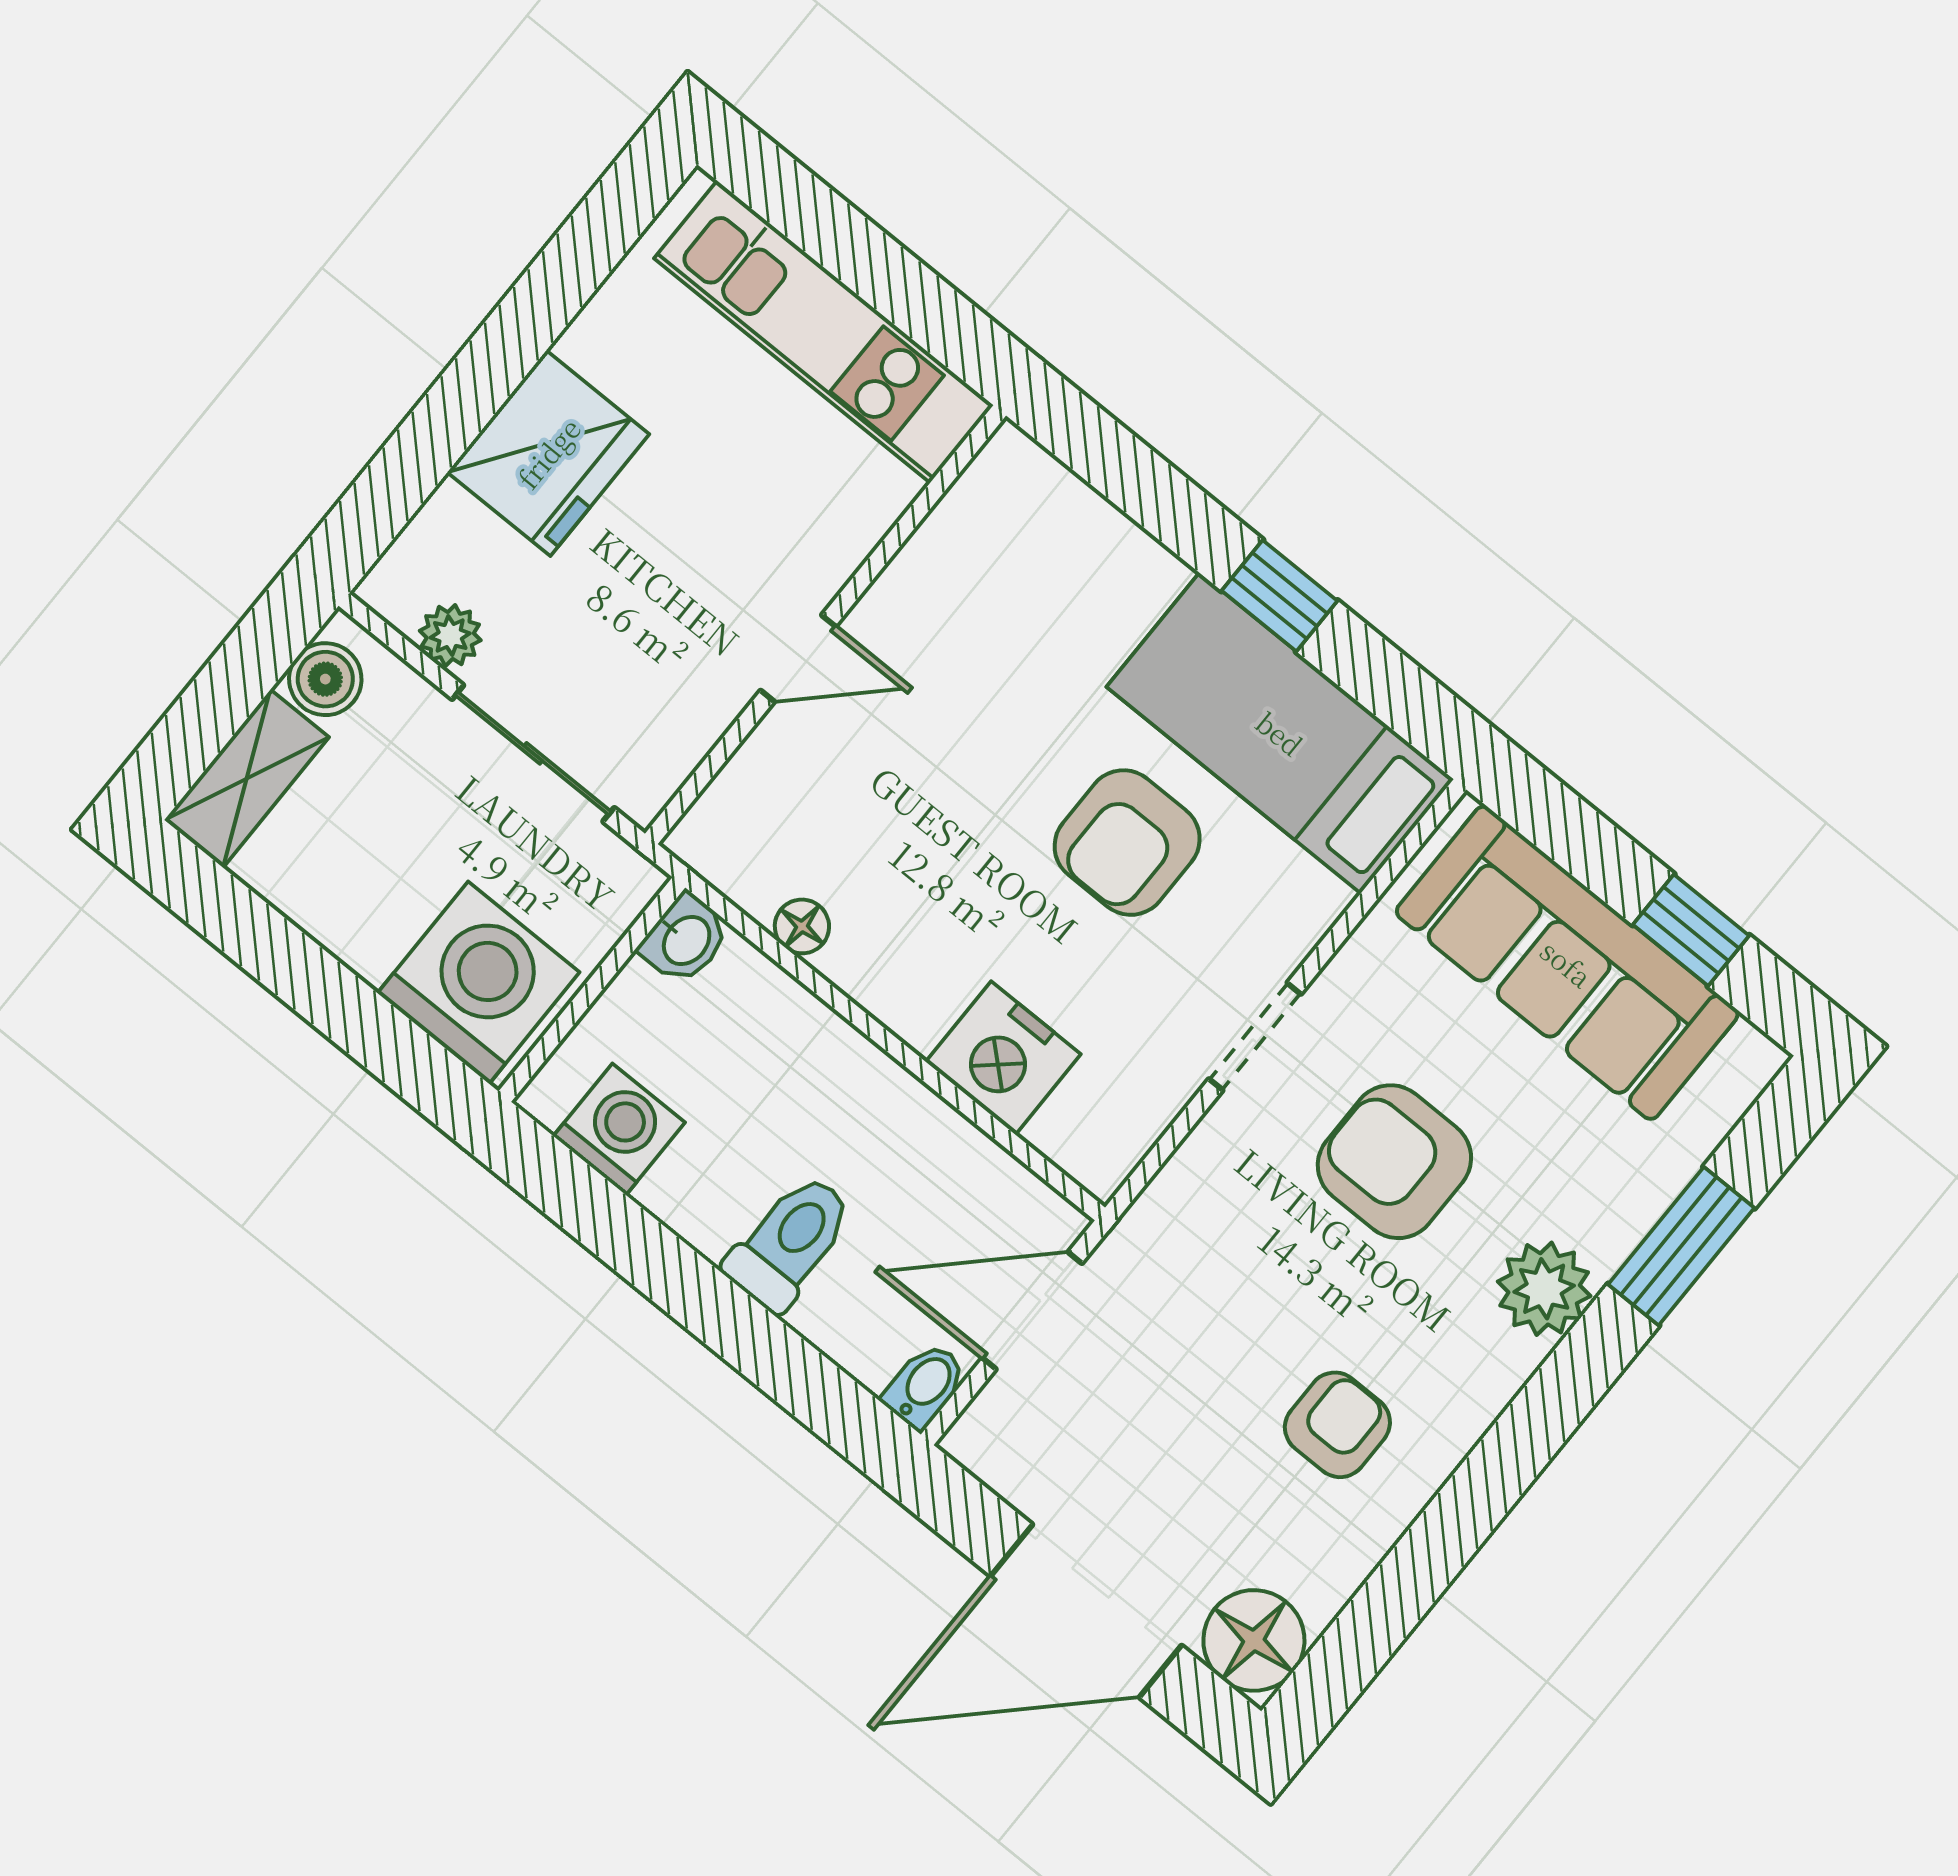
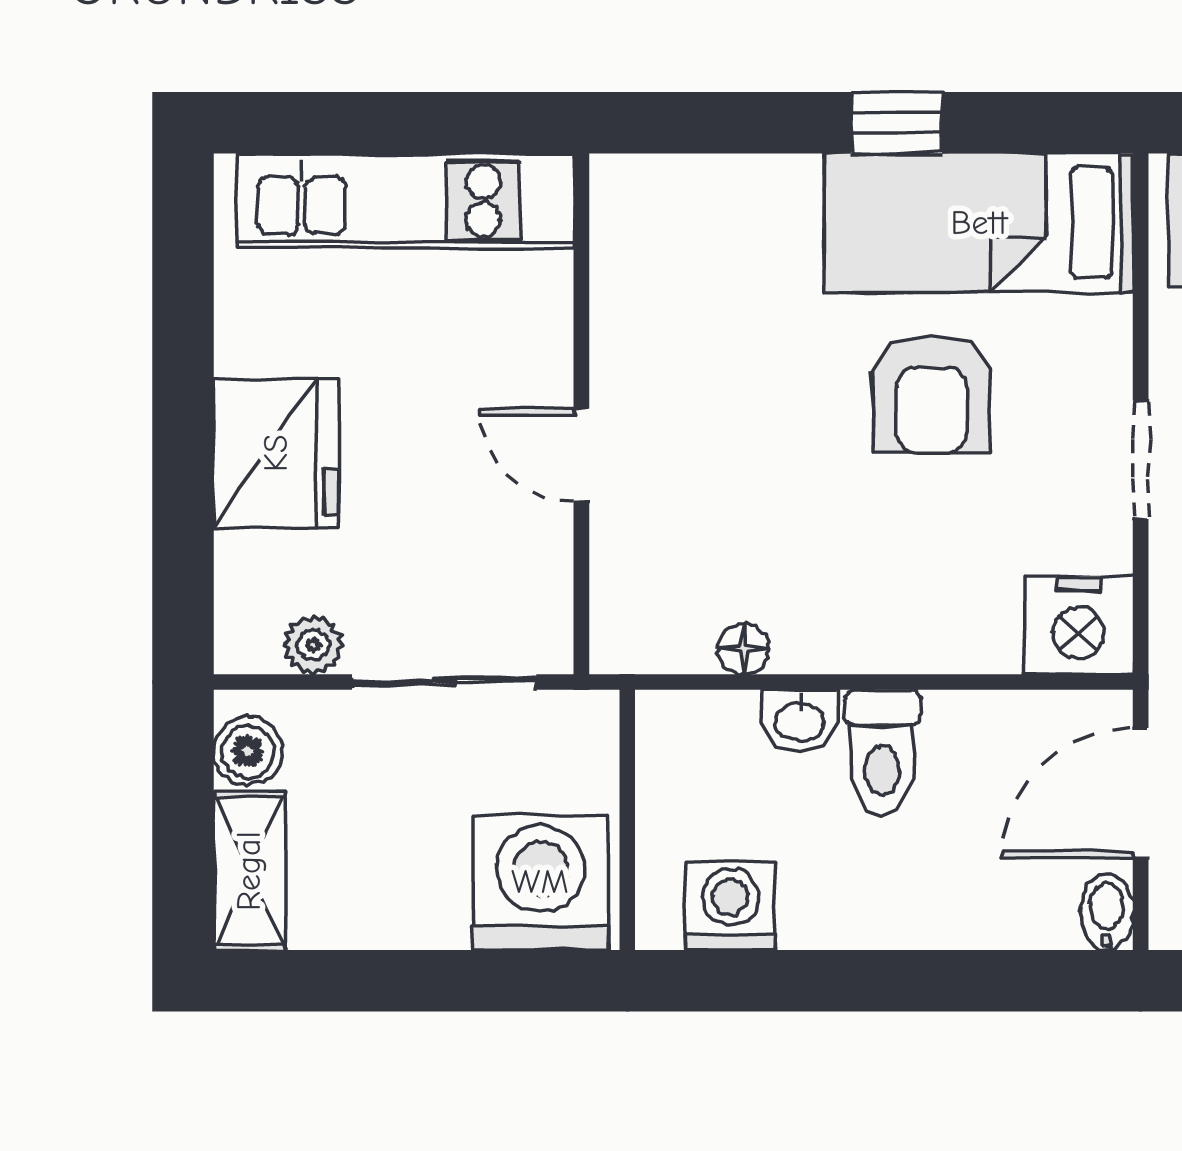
door: (798, 658) -> (581, 455), swing flipped
washbasin: (685, 939) -> (800, 720), moved, turned 90
nightstand: (1003, 1058) -> (1078, 625), moved
toilet: (790, 1242) -> (882, 753), moved, turned 180

